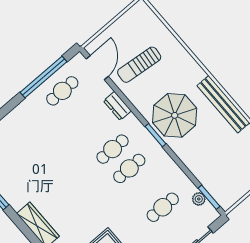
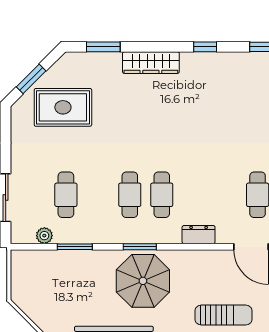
sun lounger: (139, 65) -> (223, 315), moved, turned 84
window: (209, 197) -> (75, 247), moved

